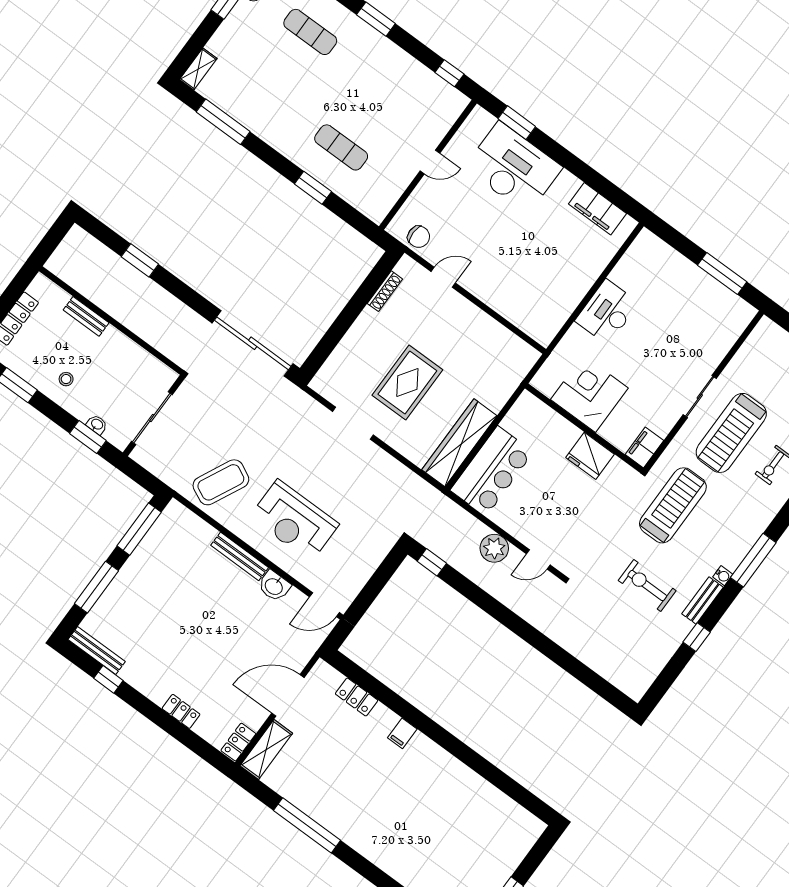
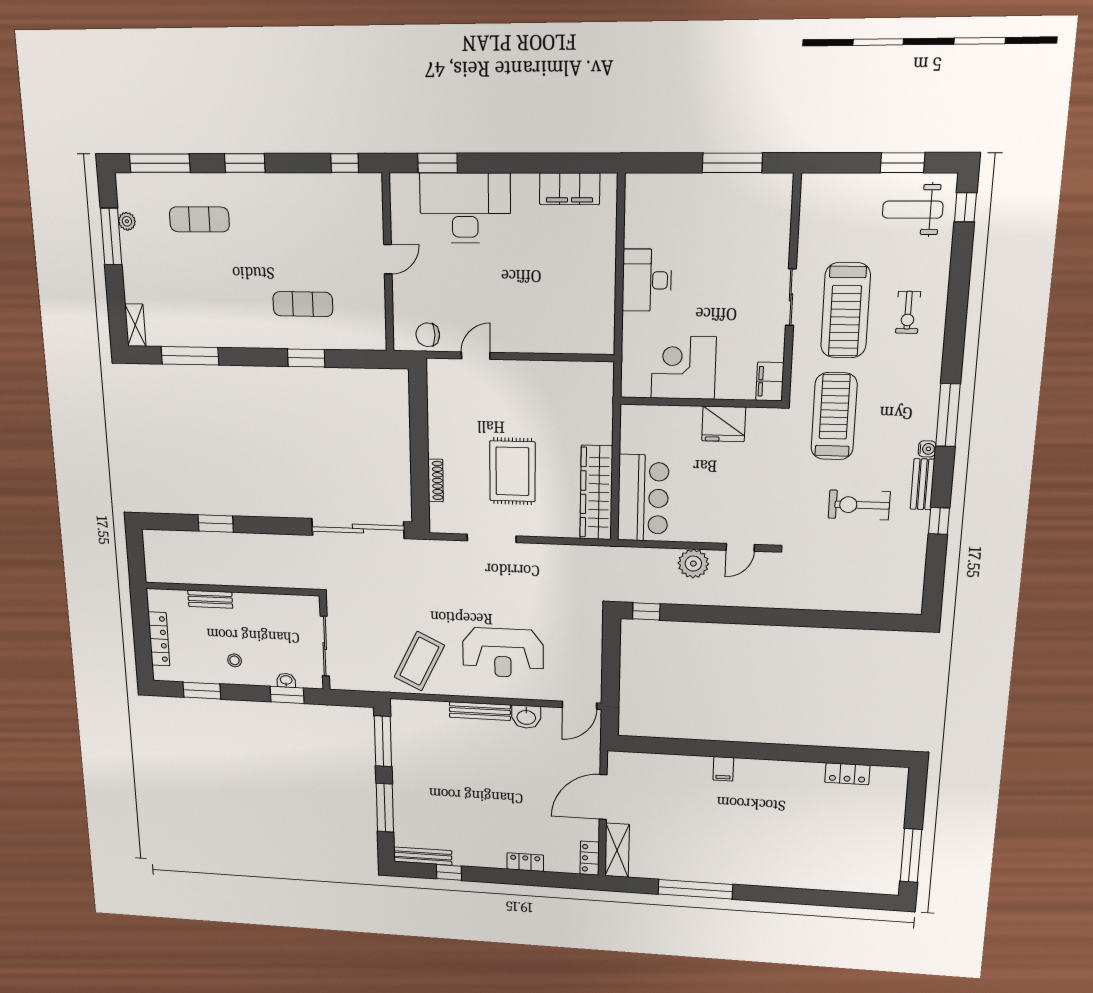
chair: (419, 237) -> (428, 335), turned 180
shoe rack: (385, 291) -> (436, 480), moved
locker: (356, 697) -> (847, 774), moved

